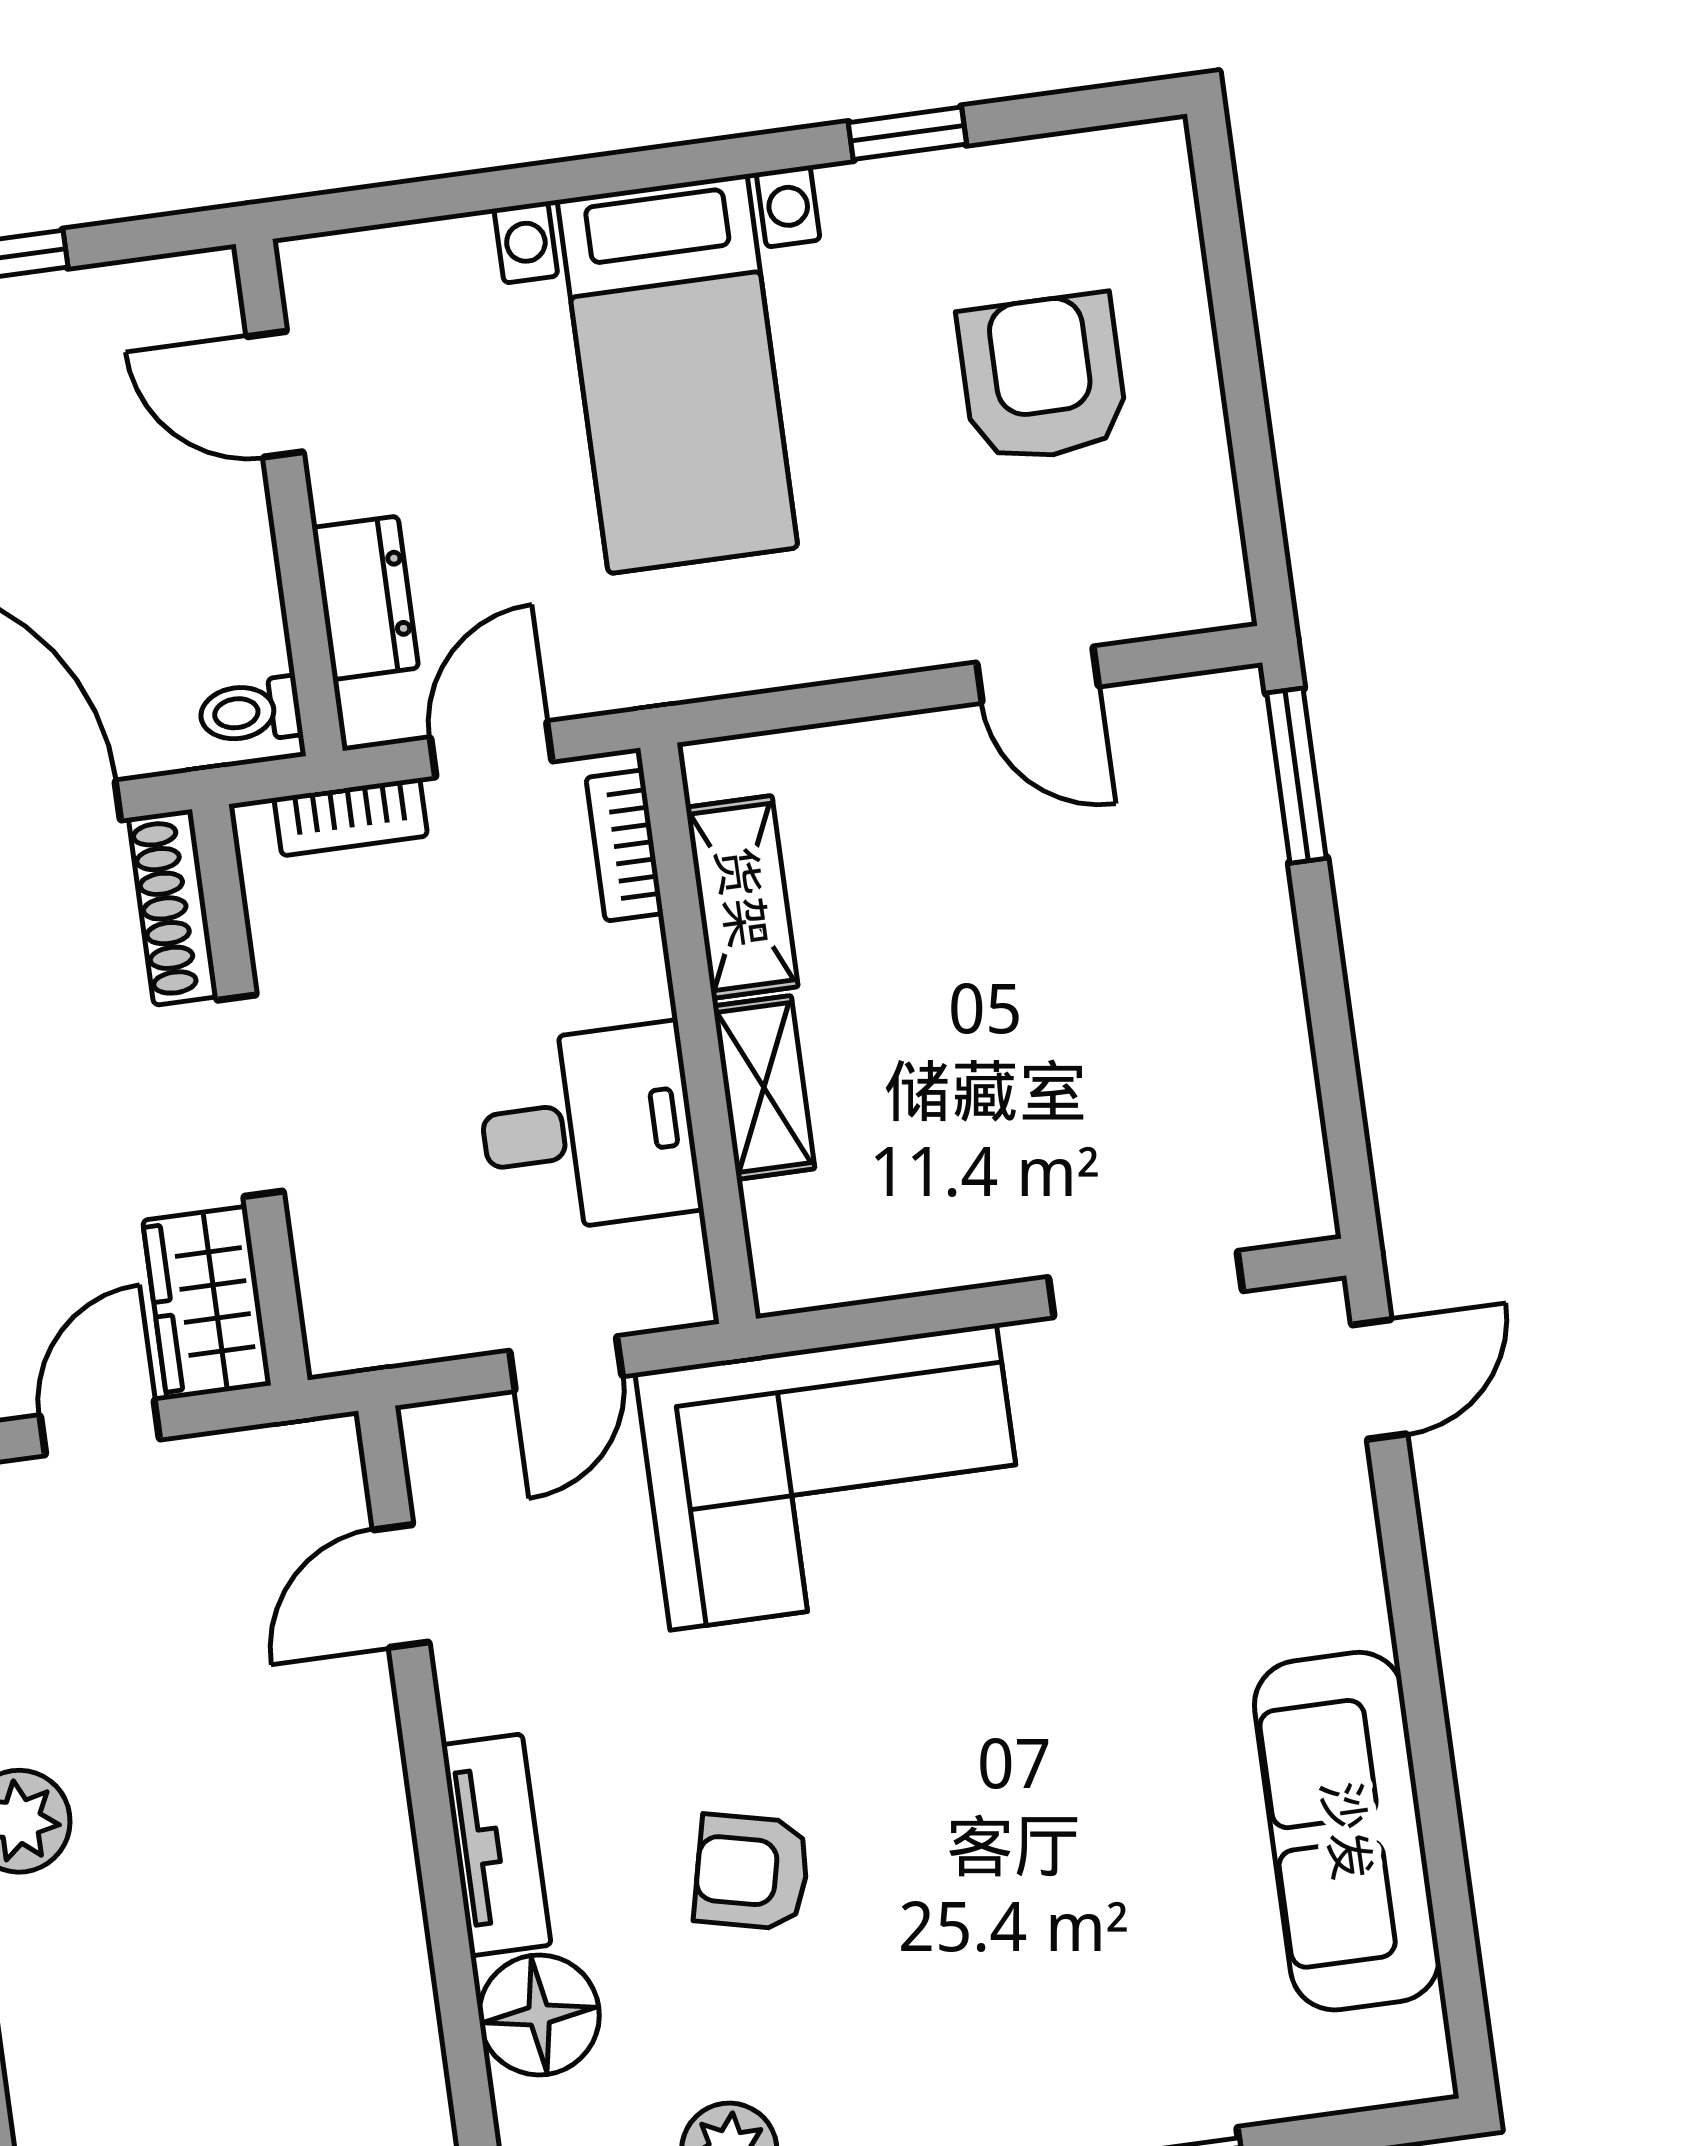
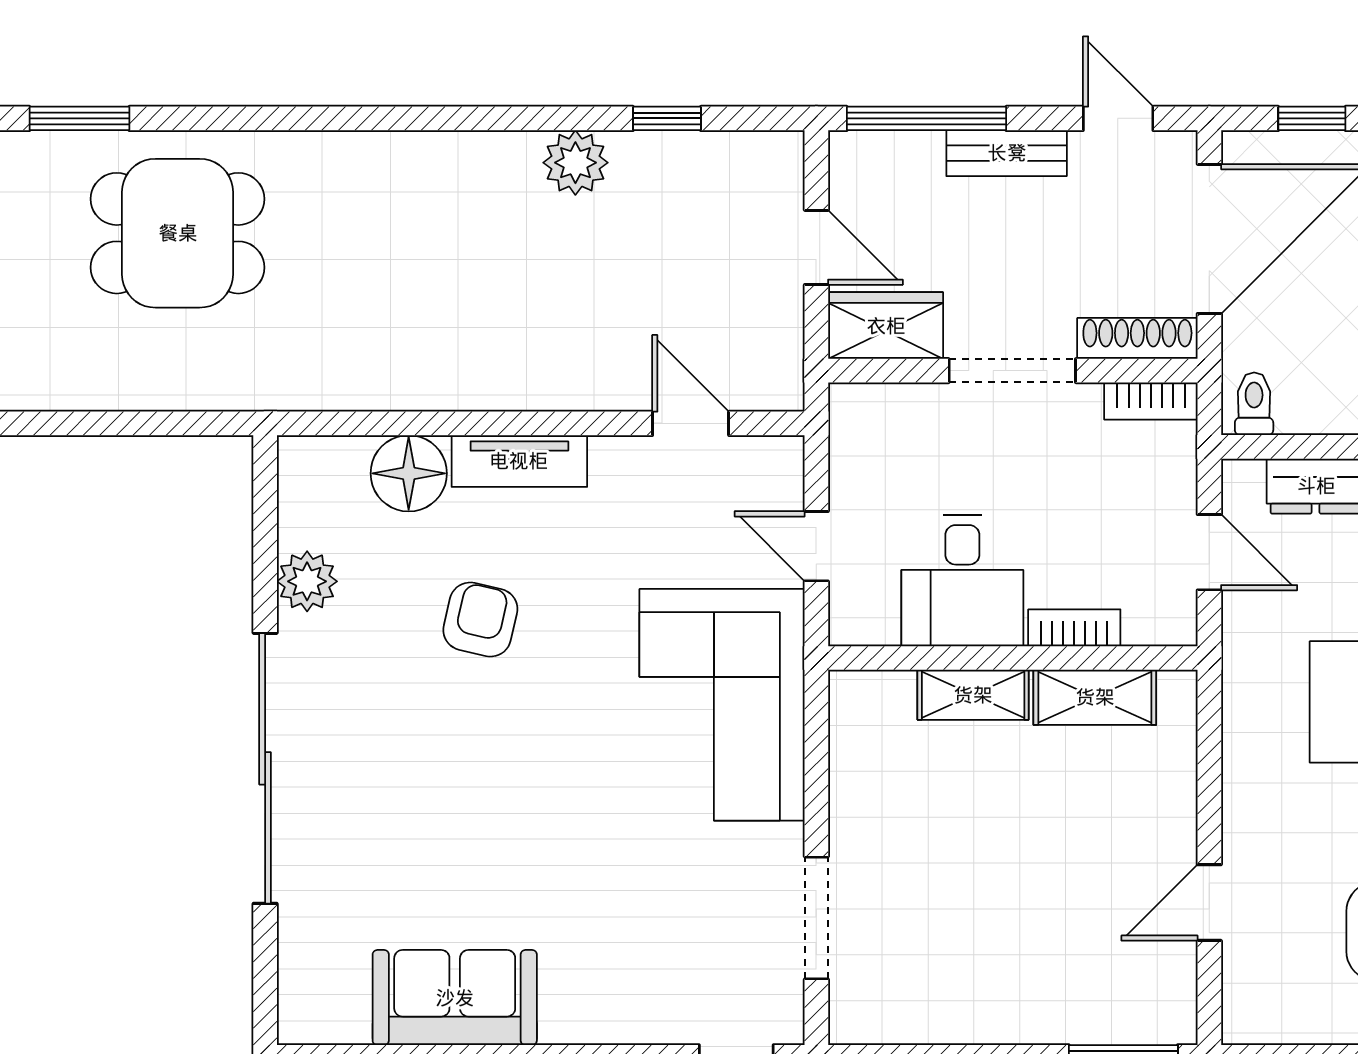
bookcase: (351, 817) -> (1151, 401), moved, turned -90
bookcase: (624, 845) -> (1074, 628), moved
sofa: (1347, 1831) -> (455, 998), width x0.73

